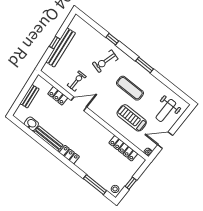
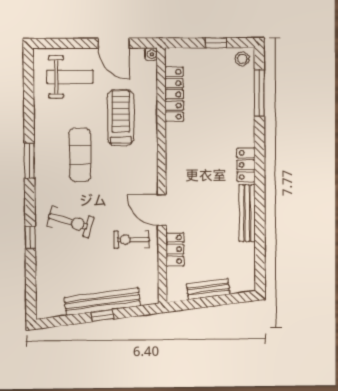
treadmill: (132, 118) -> (121, 118), turned 180
washbasin: (31, 124) -> (245, 255), removed

